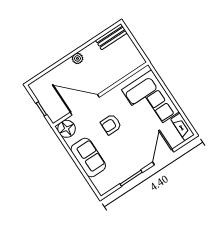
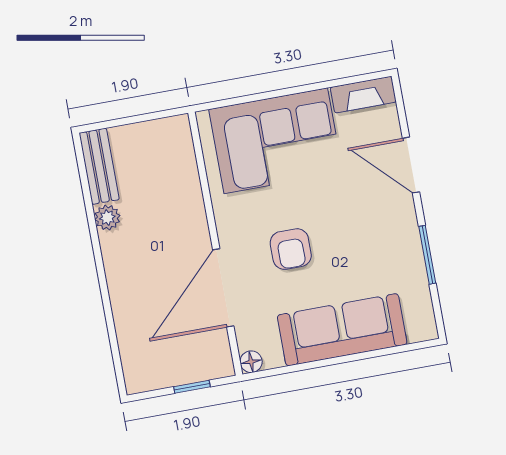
plant: (78, 58) -> (107, 218), moved
floor lamp: (66, 129) -> (251, 362), width x0.53, depth x0.53
sofa: (88, 158) -> (342, 330), width x1.36

